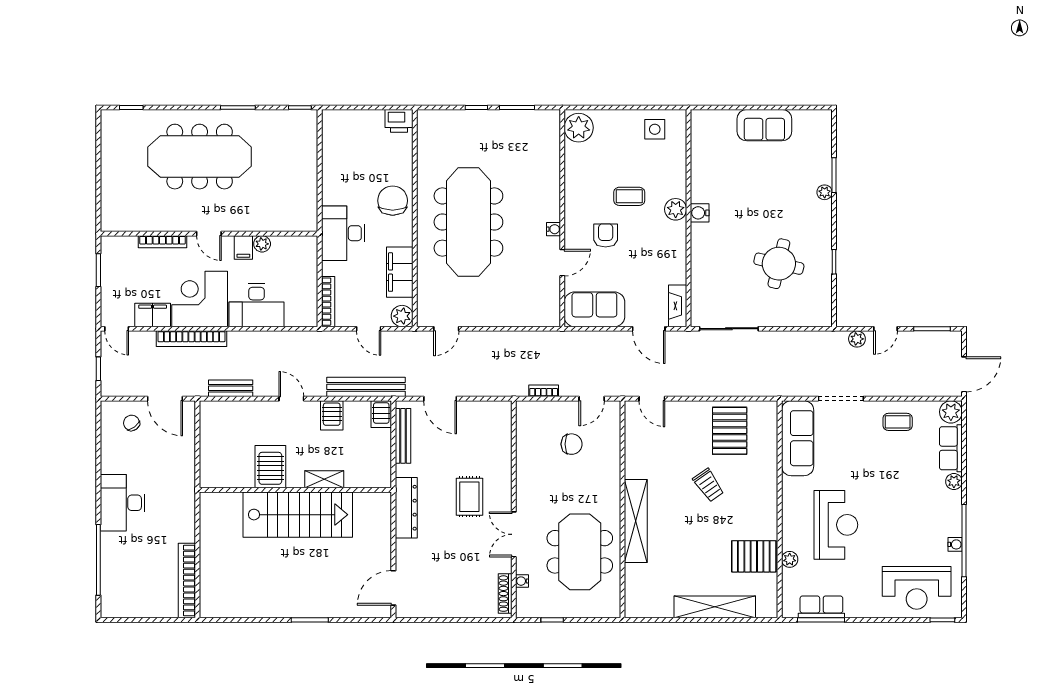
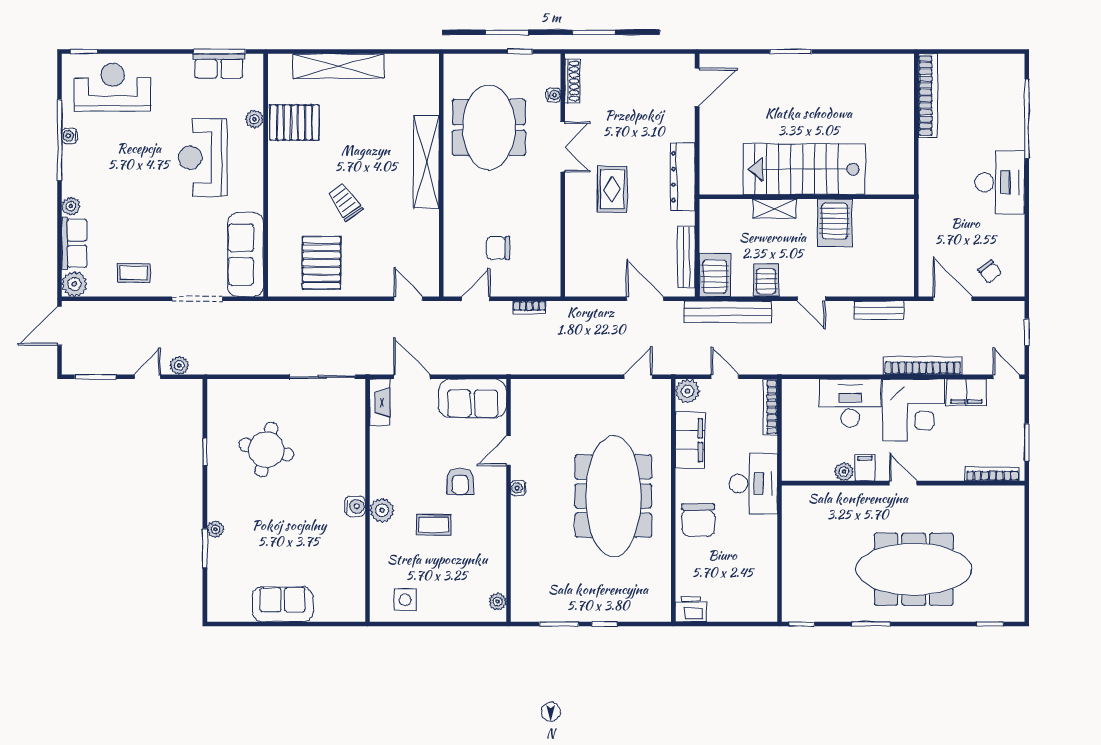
plant: (579, 128) -> (498, 601), width x0.53, depth x0.53
bookcase: (162, 242) -> (992, 474), moved
server rack: (381, 414) -> (715, 275), width x1.36, depth x1.44

